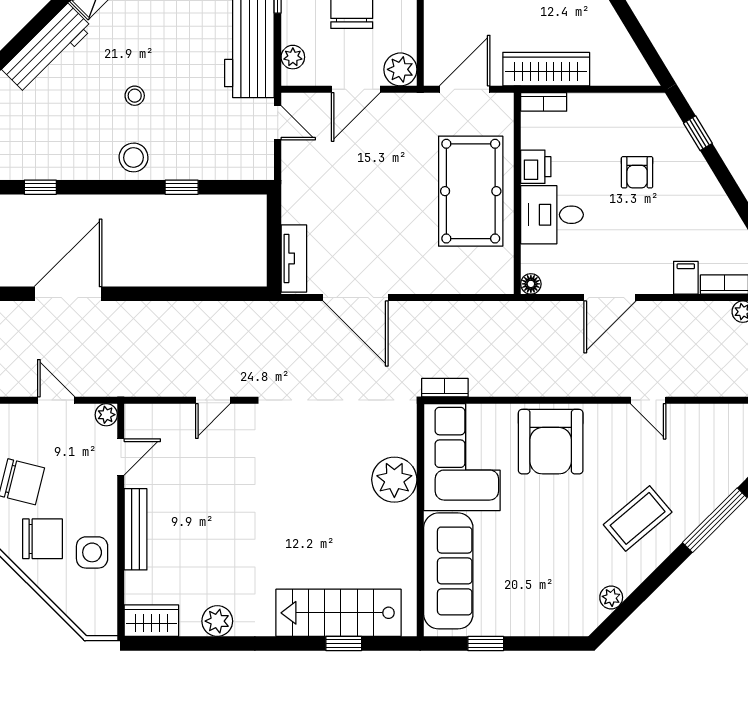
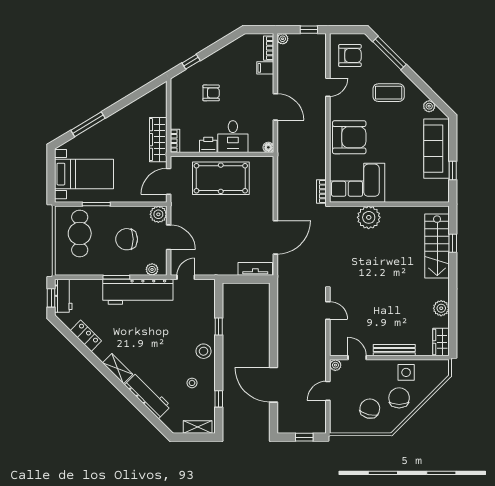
door: (465, 89) -> (169, 181), hinge flipped
stool: (135, 96) -> (192, 383), moved
armchair: (710, 443) -> (350, 56), added
coffee table: (638, 518) -> (389, 93), turned -50
sofa: (448, 571) -> (436, 149), moved, turned -90

